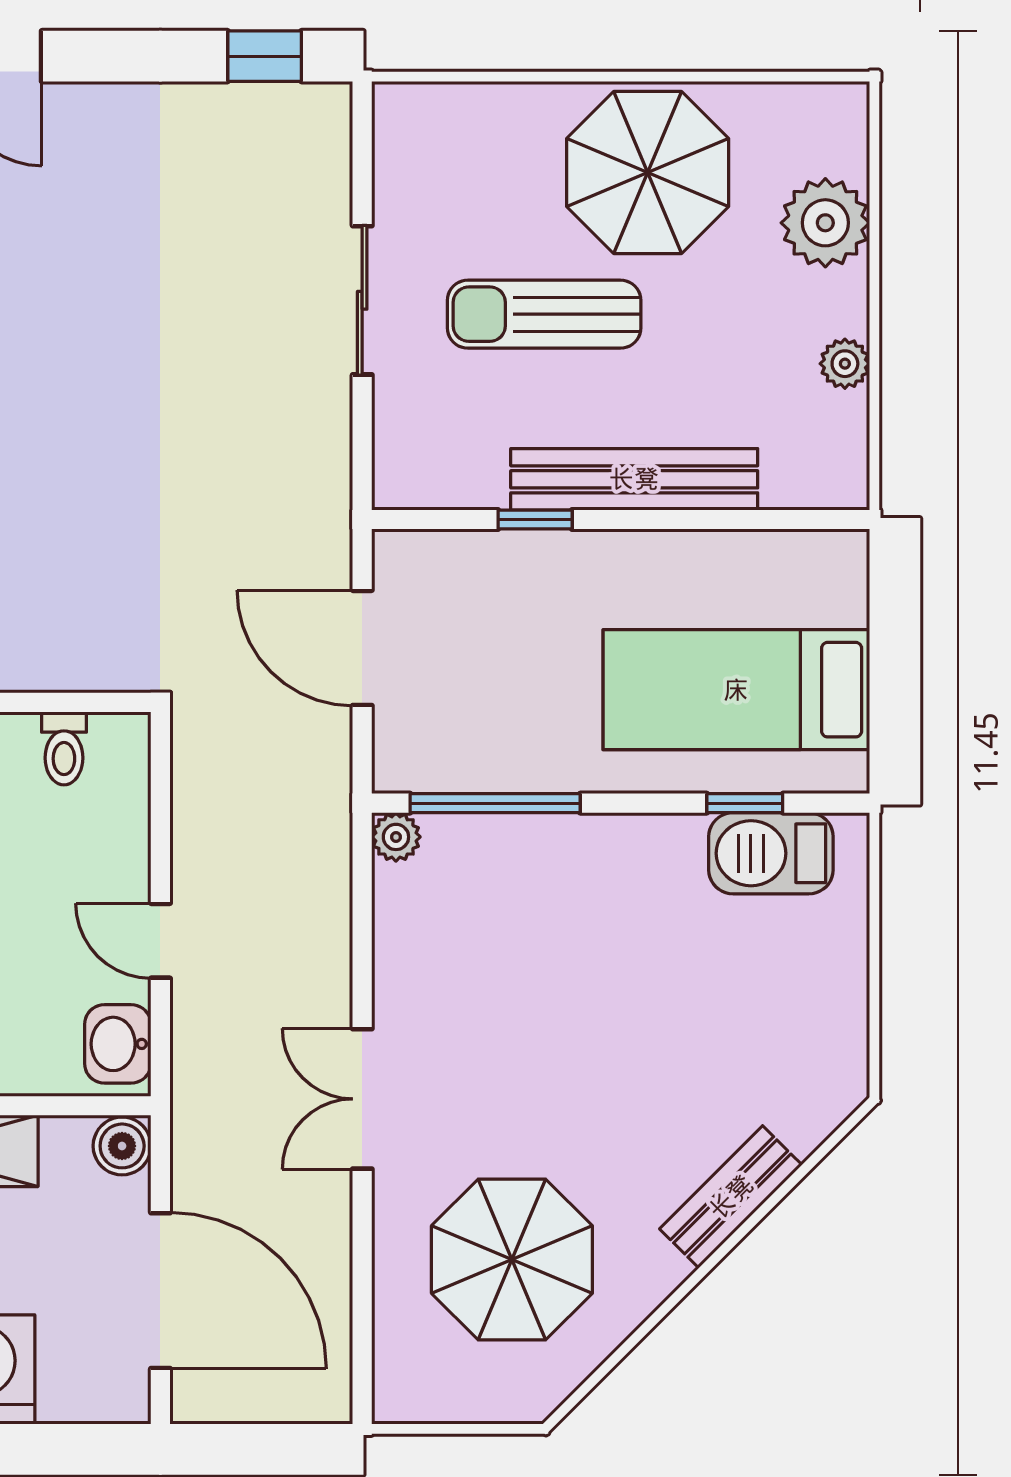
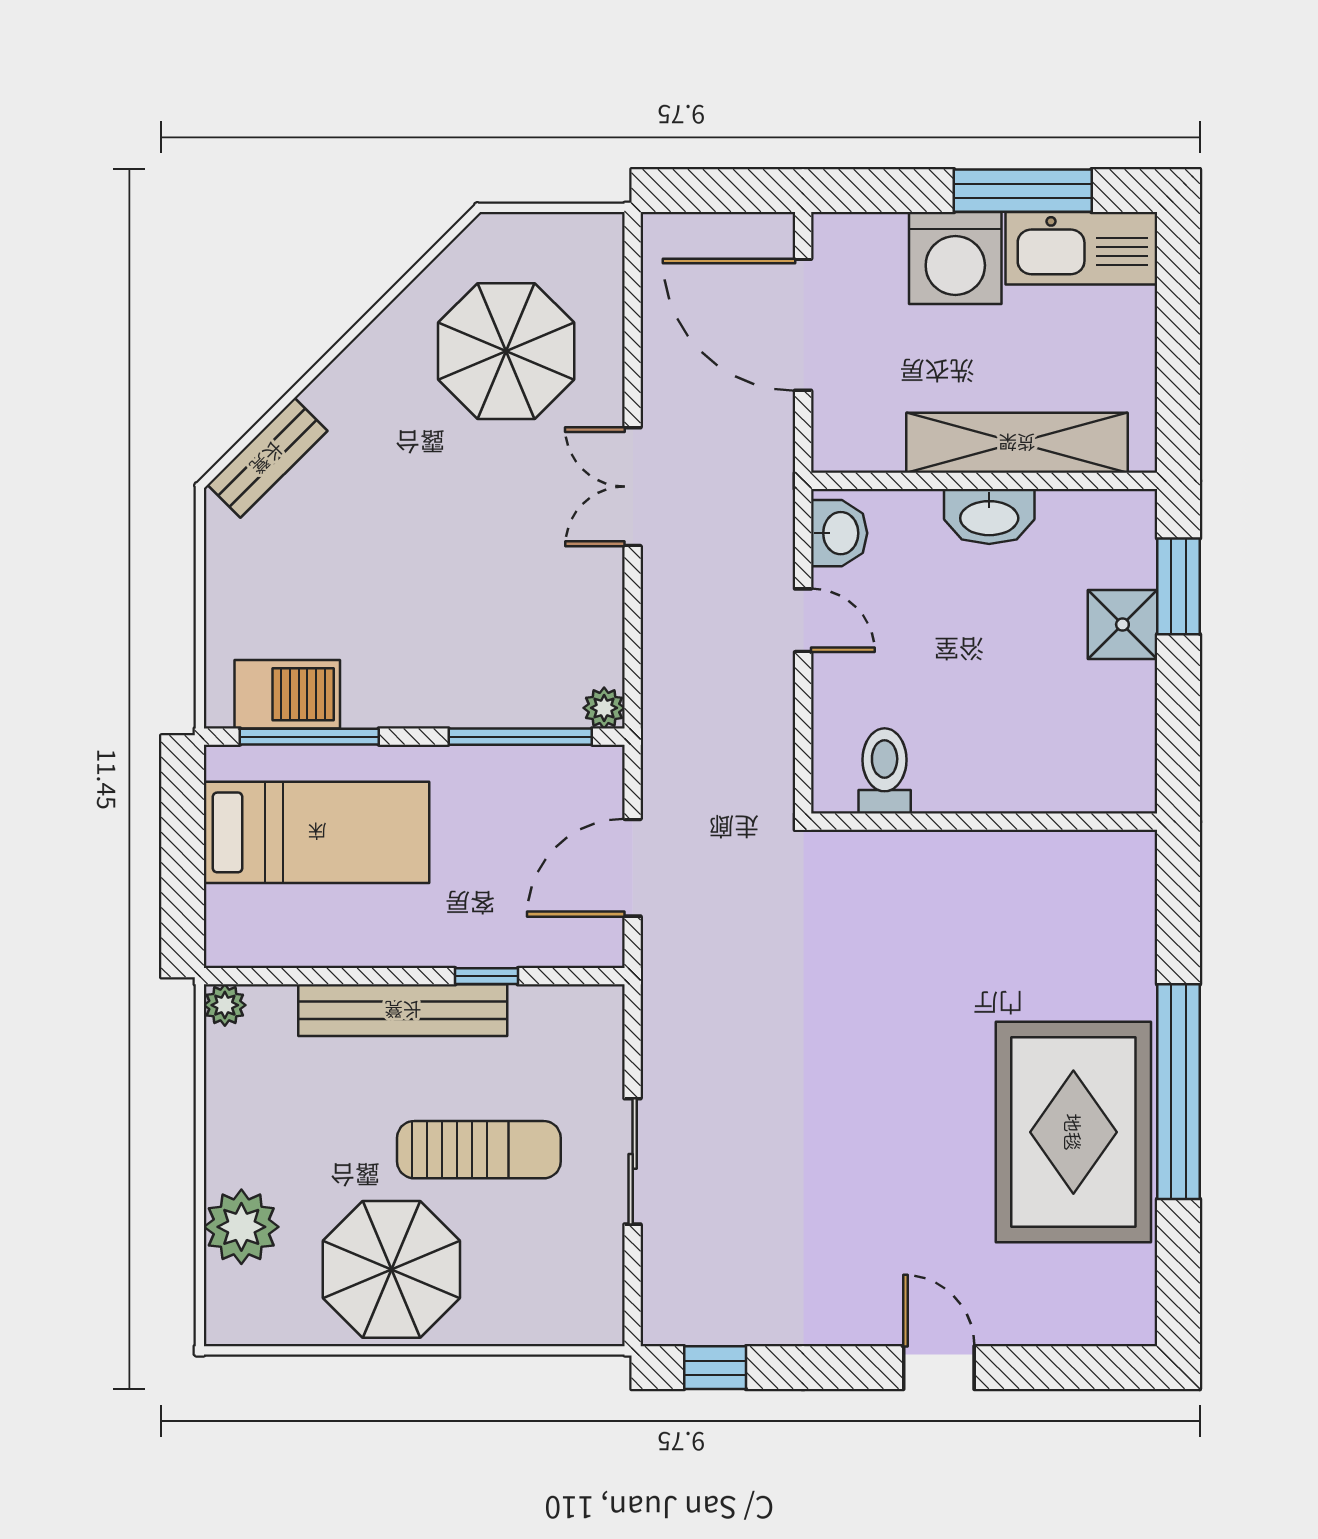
plant: (845, 364) -> (225, 1005), moved
door: (362, 648) -> (633, 868), swing flipped
toilet: (64, 748) -> (885, 771), width x1.37, depth x1.39
window: (745, 803) -> (309, 737), width x2.17
double door: (362, 1099) -> (633, 487), swing flipped
boiler: (122, 1146) -> (835, 447), removed
bench: (731, 1197) -> (267, 458), moved

